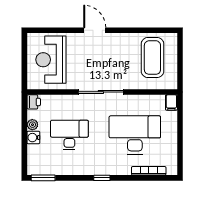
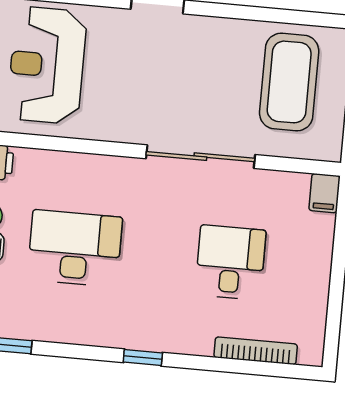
sliding door: (101, 92) -> (200, 157), moved
desk: (135, 135) -> (230, 262), width x0.53, depth x0.77

